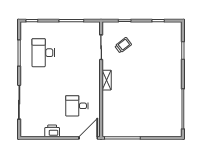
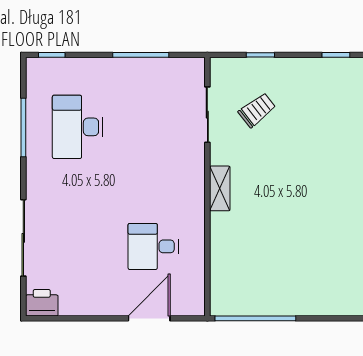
printer: (52, 131) -> (42, 303), moved
door: (88, 138) -> (149, 318), moved

